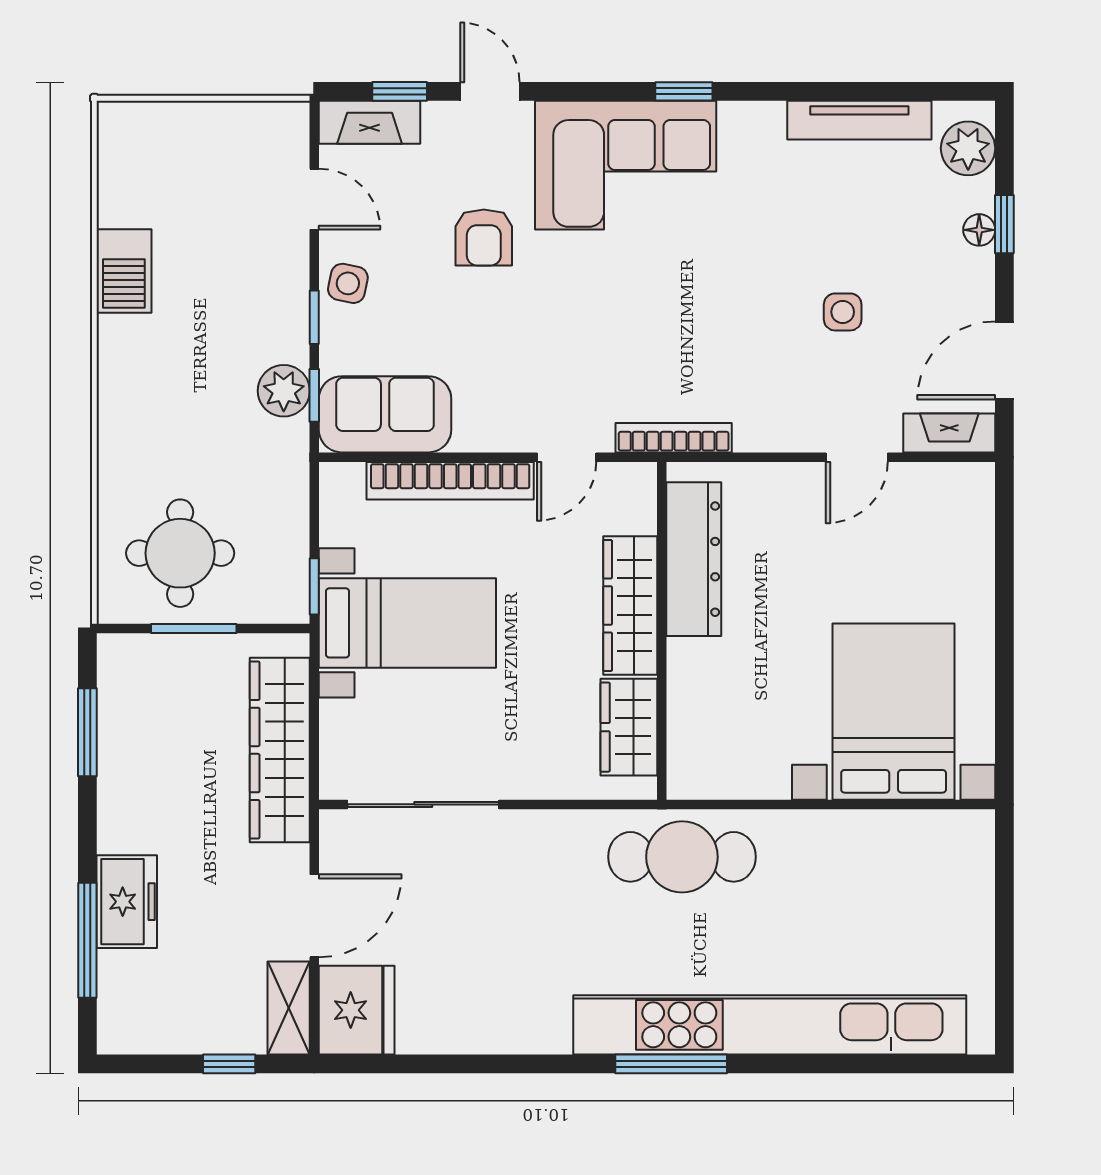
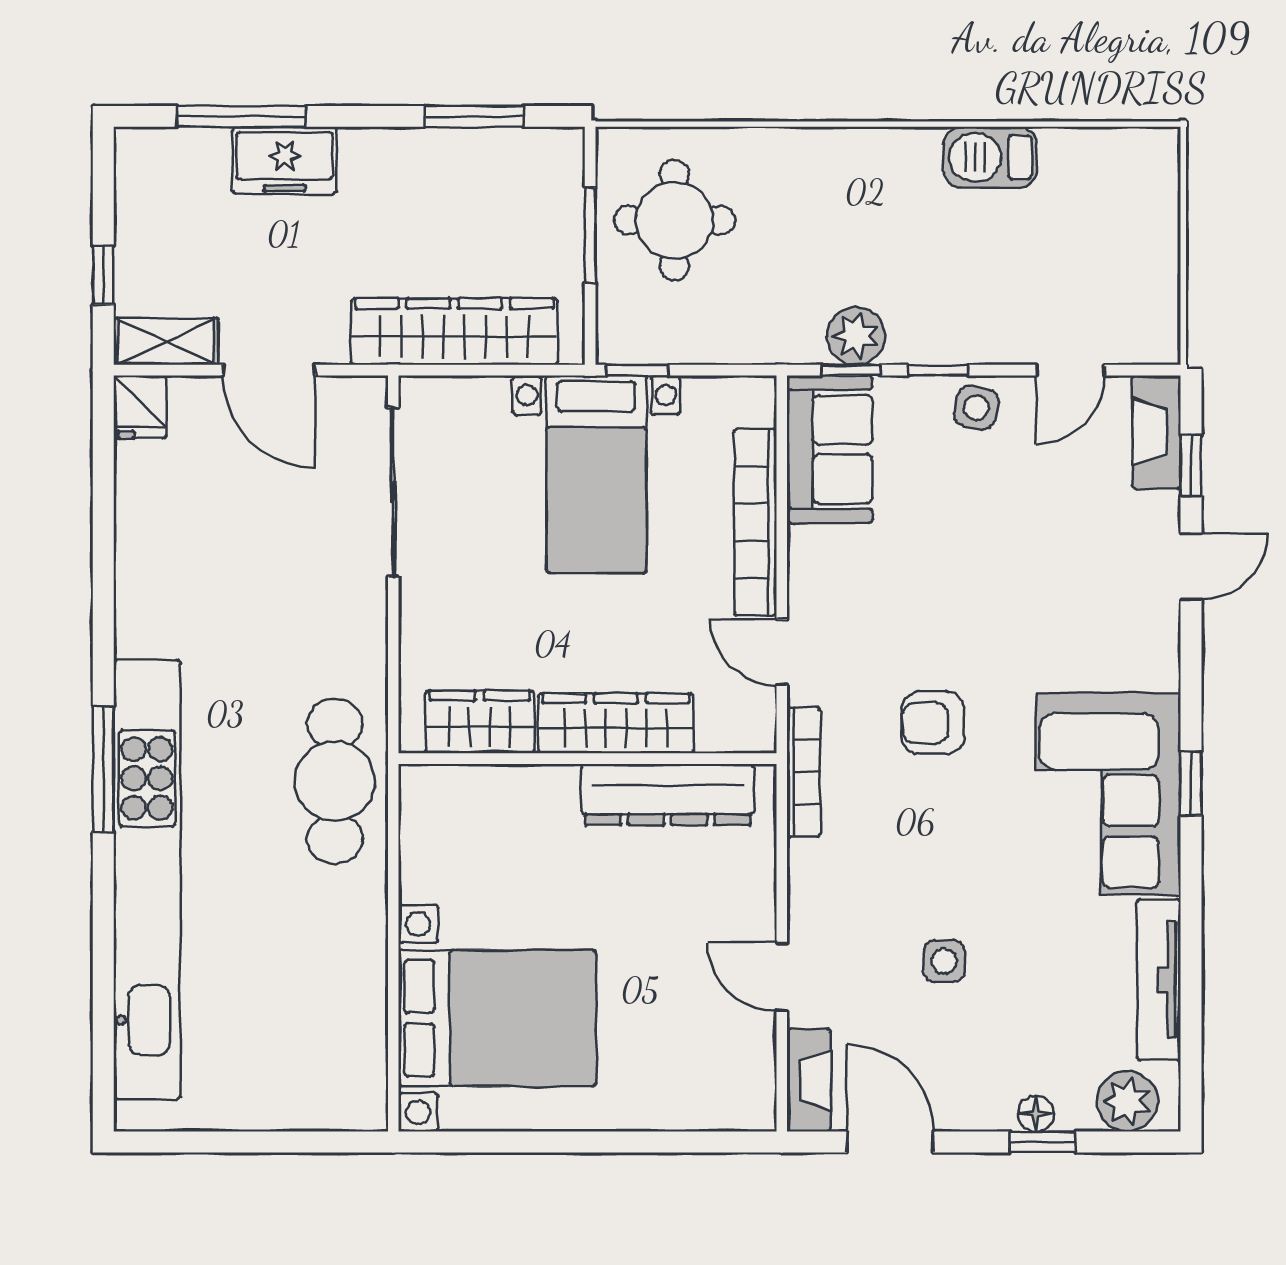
corner sofa: (626, 165) -> (1108, 794), moved
armchair: (484, 237) -> (933, 723), moved
fridge: (357, 1010) -> (140, 407), width x0.53, depth x0.75

